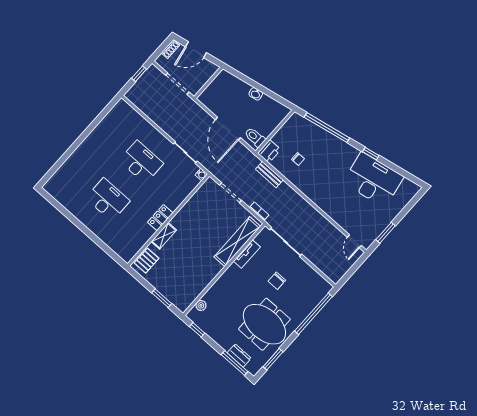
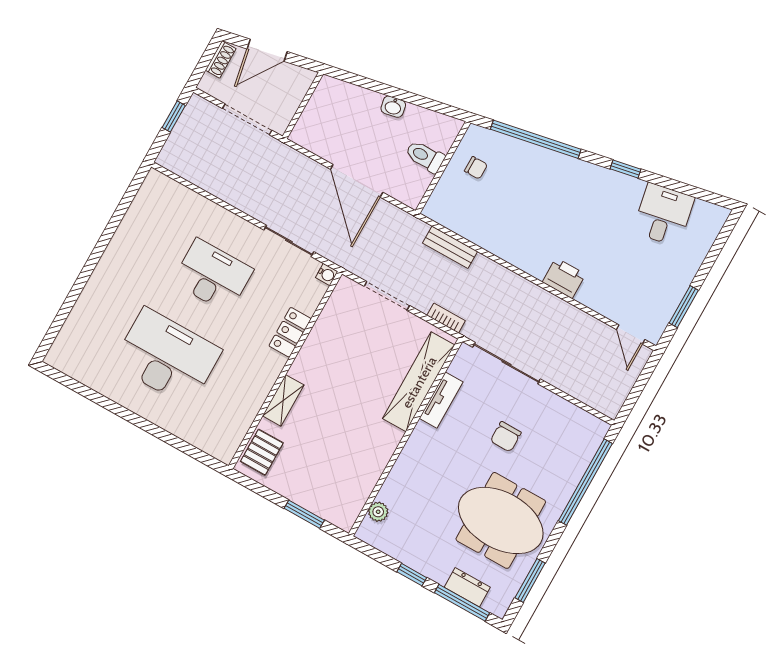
toilet: (255, 137) -> (425, 156), moved
printer: (269, 151) -> (564, 278), moved, turned -90
chair: (298, 159) -> (476, 168), moved
desk: (373, 180) -> (663, 215), width x0.53, depth x0.77
desk: (108, 200) -> (167, 357), width x1.36, depth x1.30
locker: (160, 218) -> (290, 332), moved
window: (197, 330) -> (412, 575), moved

